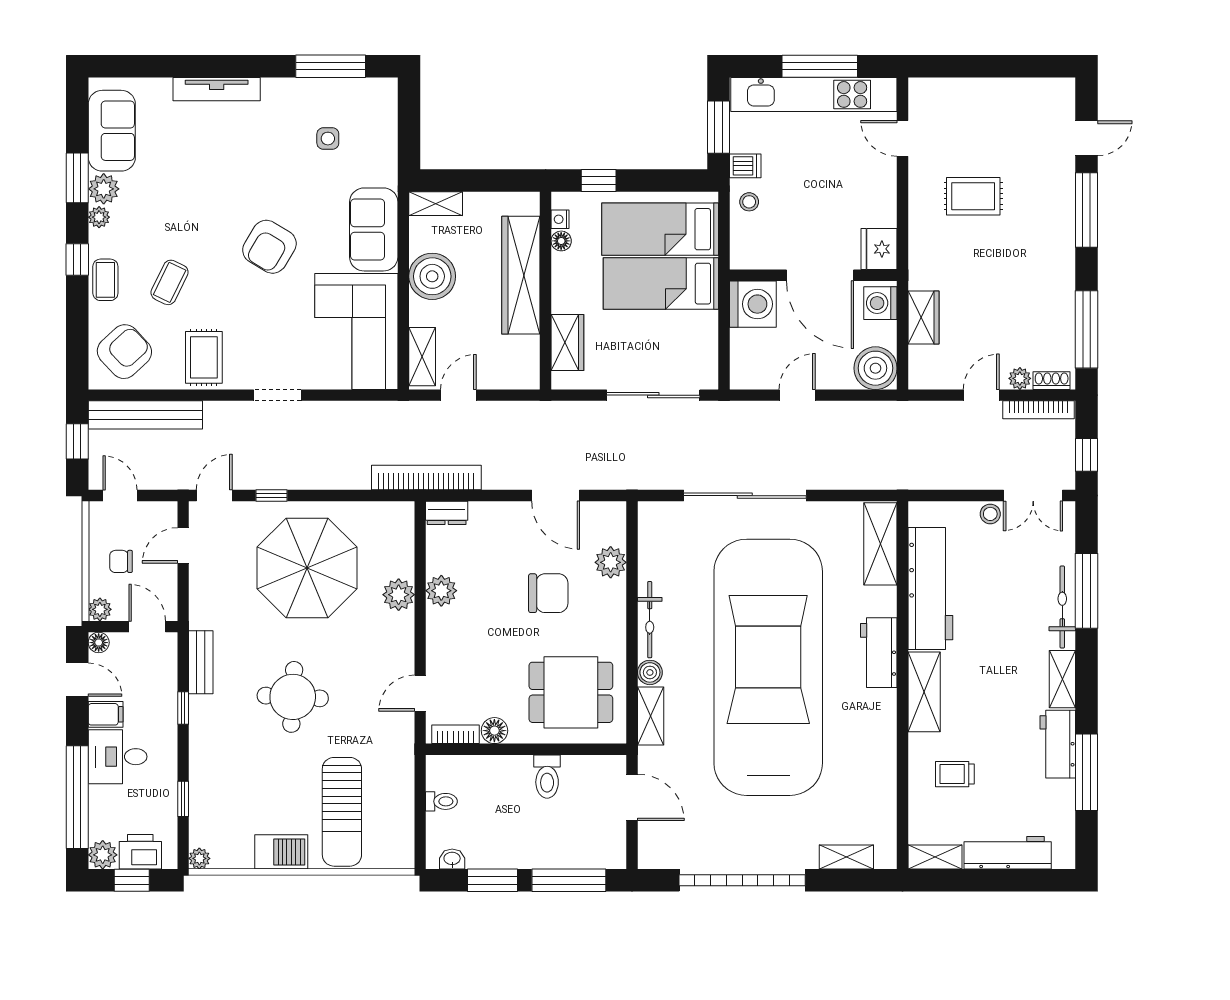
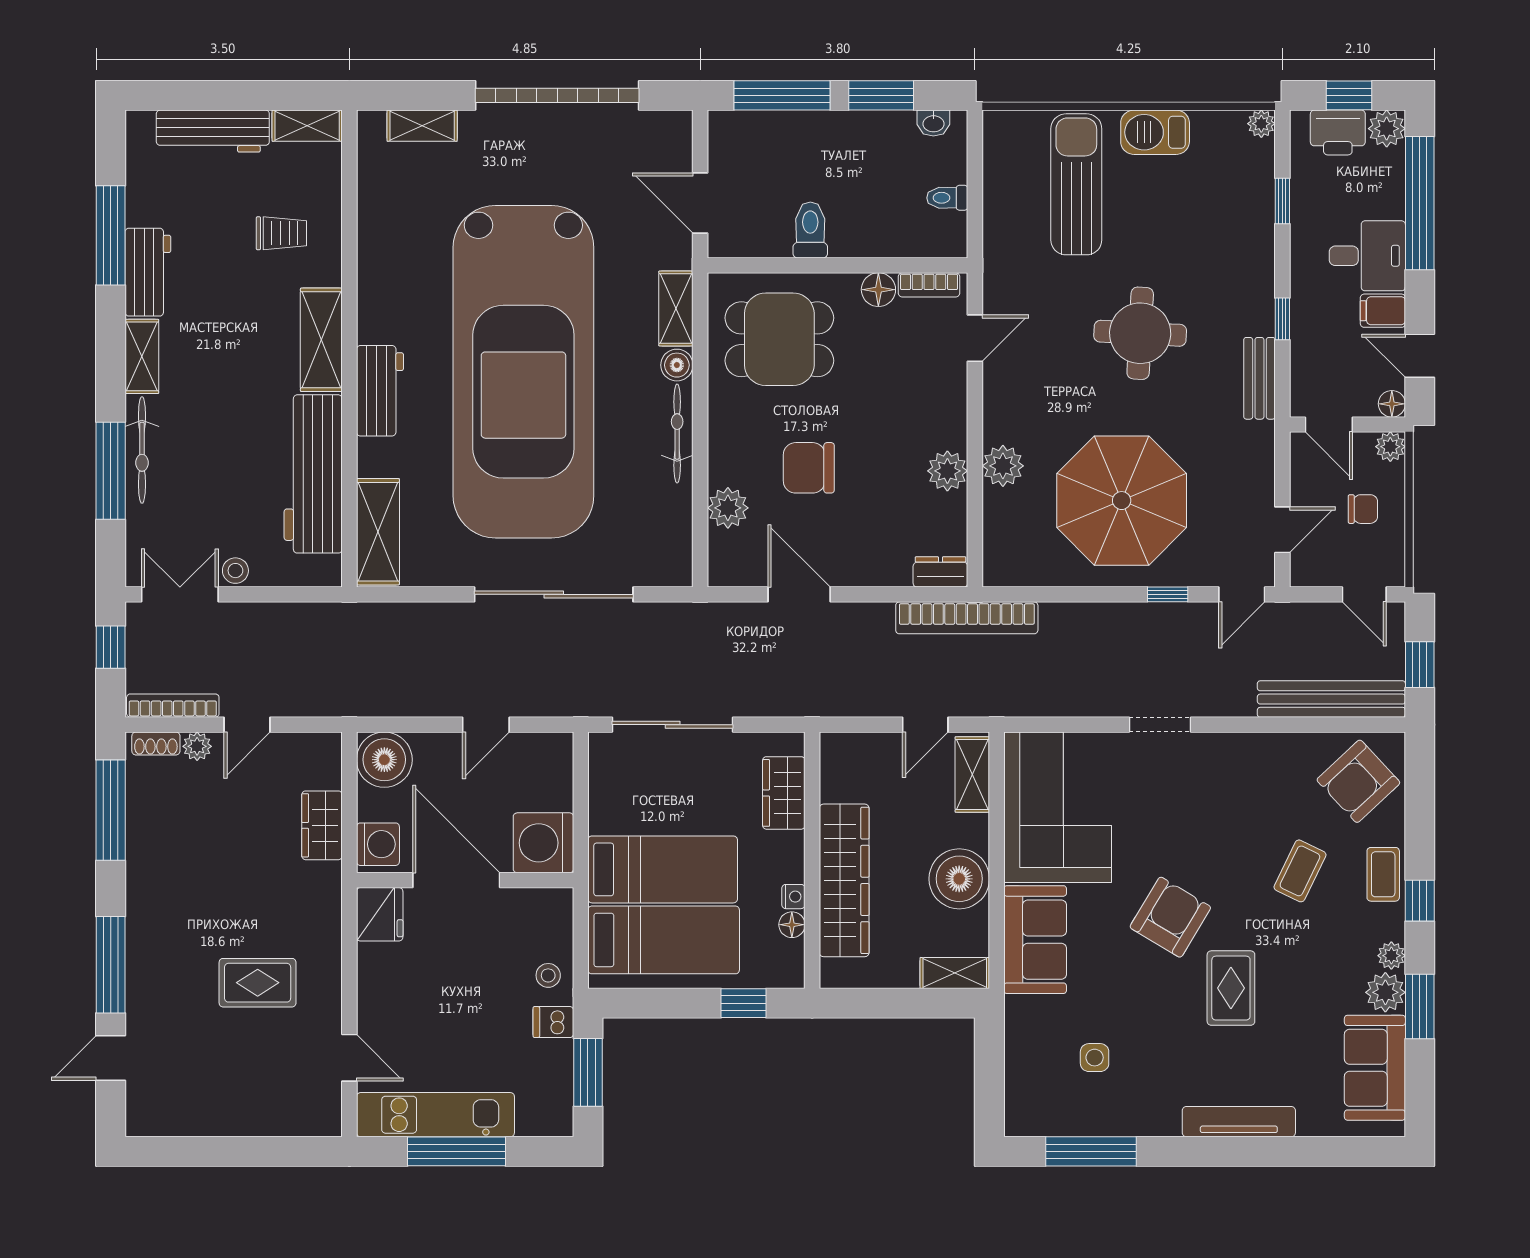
kitchen unit: (814, 94) -> (435, 1115), width x0.73
nightstand: (560, 219) -> (793, 897), moved
rug: (204, 357) -> (1231, 988), moved

